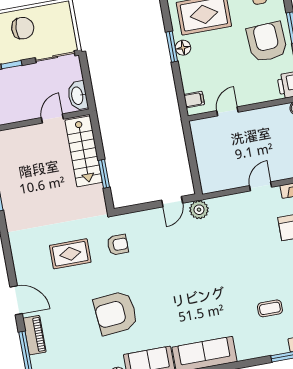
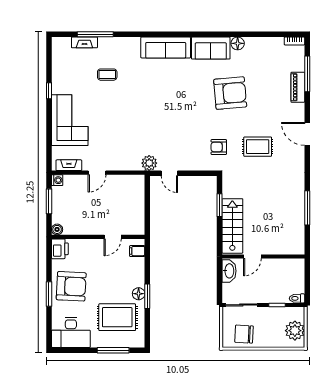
chair: (23, 28) -> (244, 334), moved
armchair: (267, 42) -> (71, 286), turned -84
door: (172, 202) -> (169, 173), swing flipped
door: (16, 300) -> (307, 134), moved

